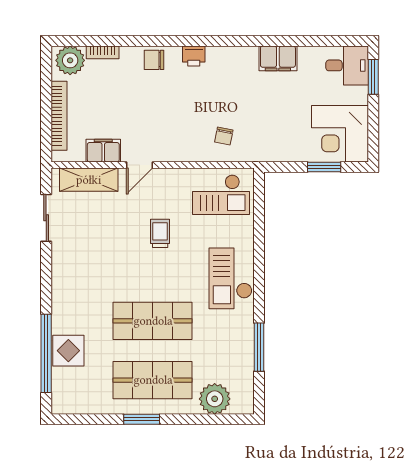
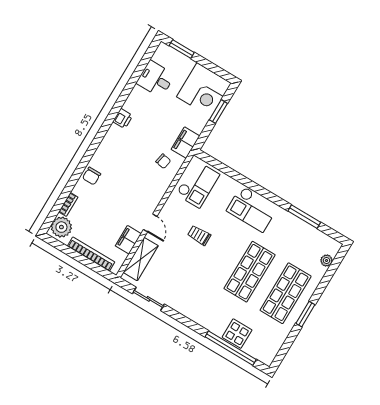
printer: (194, 56) -> (123, 119), moved
filing cabinet: (278, 58) -> (185, 143), moved, turned 180
desk: (347, 65) -> (156, 79), moved, turned -90
plant: (215, 399) -> (327, 261), width x0.53, depth x0.53

